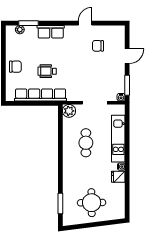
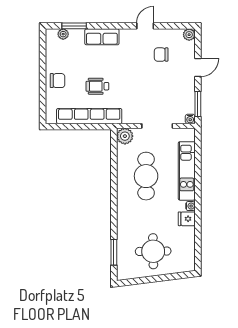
plant: (120, 30) -> (189, 35), added
cafe table: (86, 143) -> (146, 176), width x1.37, depth x1.35

